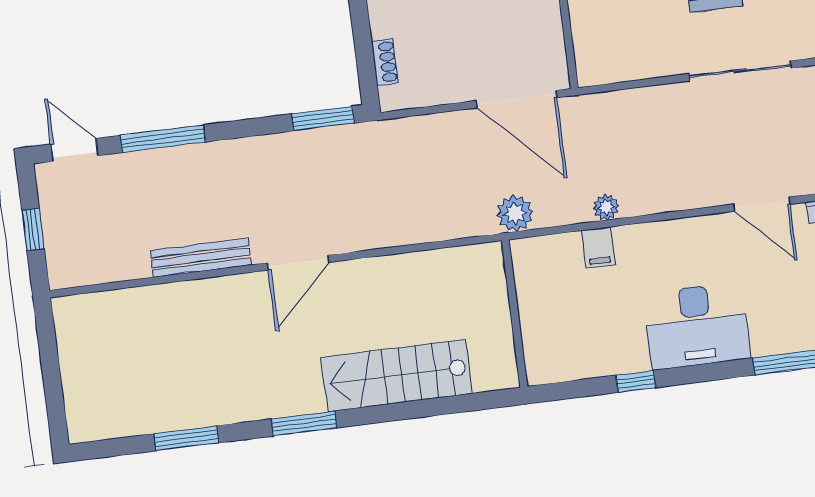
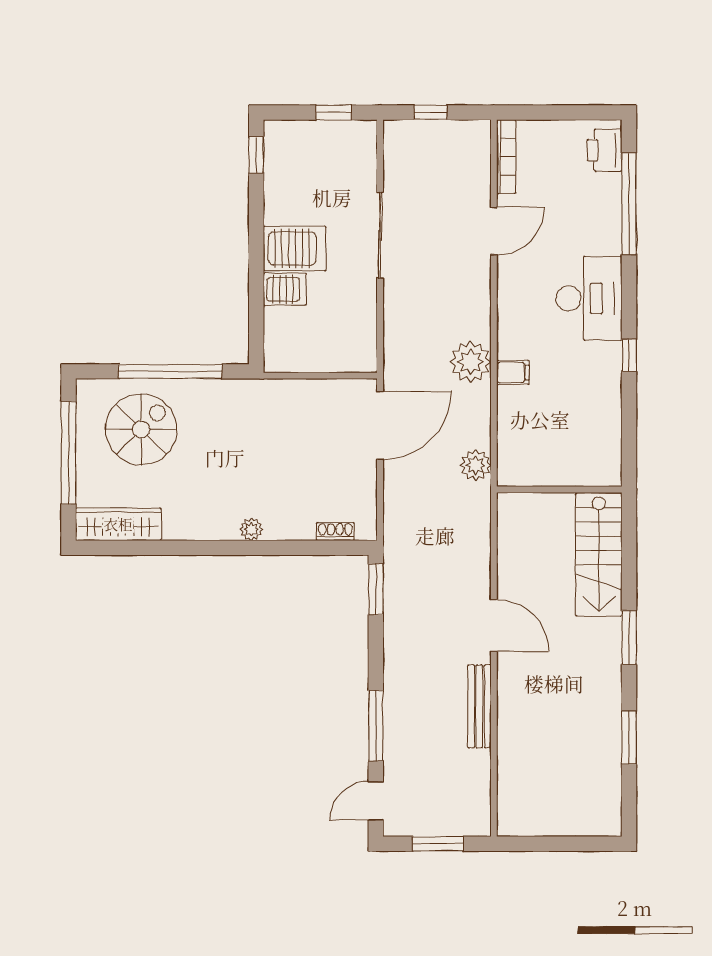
plant: (606, 207) -> (471, 362), width x1.88, depth x1.88
plant: (515, 214) -> (476, 465), moved
window: (33, 229) -> (438, 844), width x1.50
wall: (515, 314) -> (559, 489), moved

